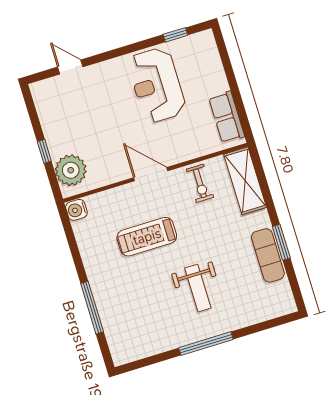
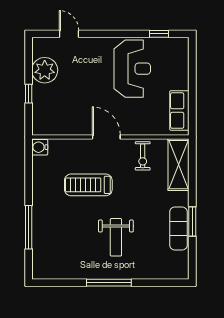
reception desk: (157, 85) -> (132, 69), turned 180
plant: (71, 170) -> (45, 70), moved

